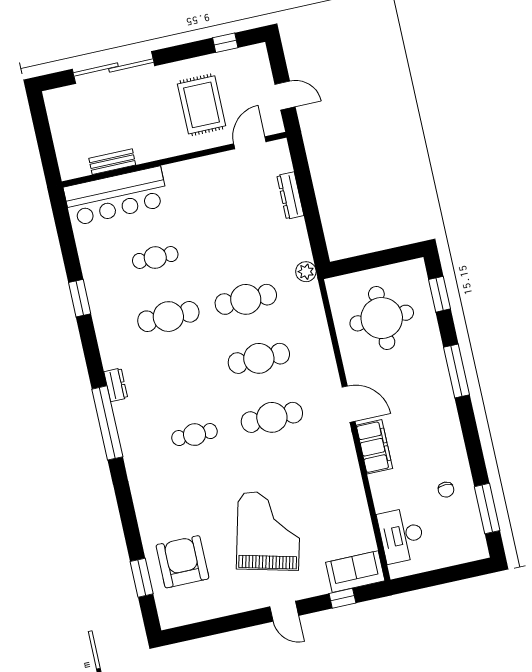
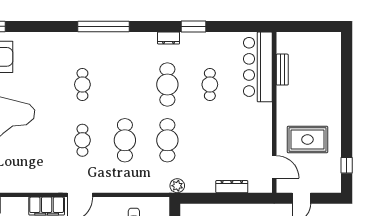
sliding door: (113, 68) -> (347, 85), removed
dresser: (116, 385) -> (169, 38), moved
cafe table: (272, 417) -> (82, 140), width x0.73, depth x0.74

